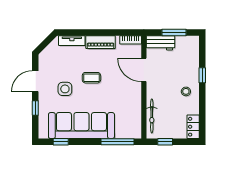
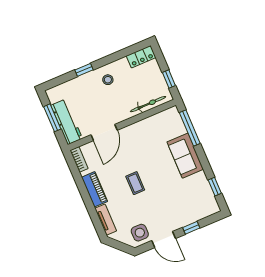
workbench: (160, 43) -> (67, 122), width x1.38
side table: (65, 89) -> (140, 233), moved
sofa: (81, 126) -> (185, 156), width x0.54, depth x0.79

